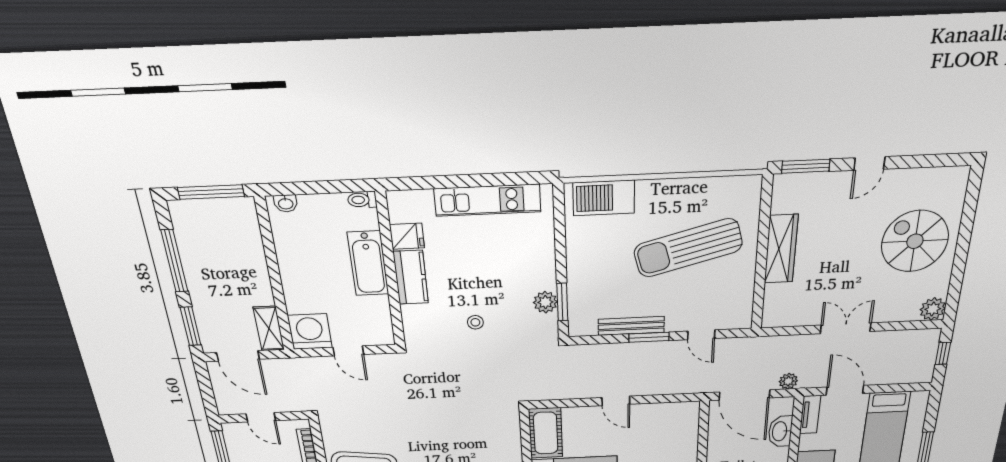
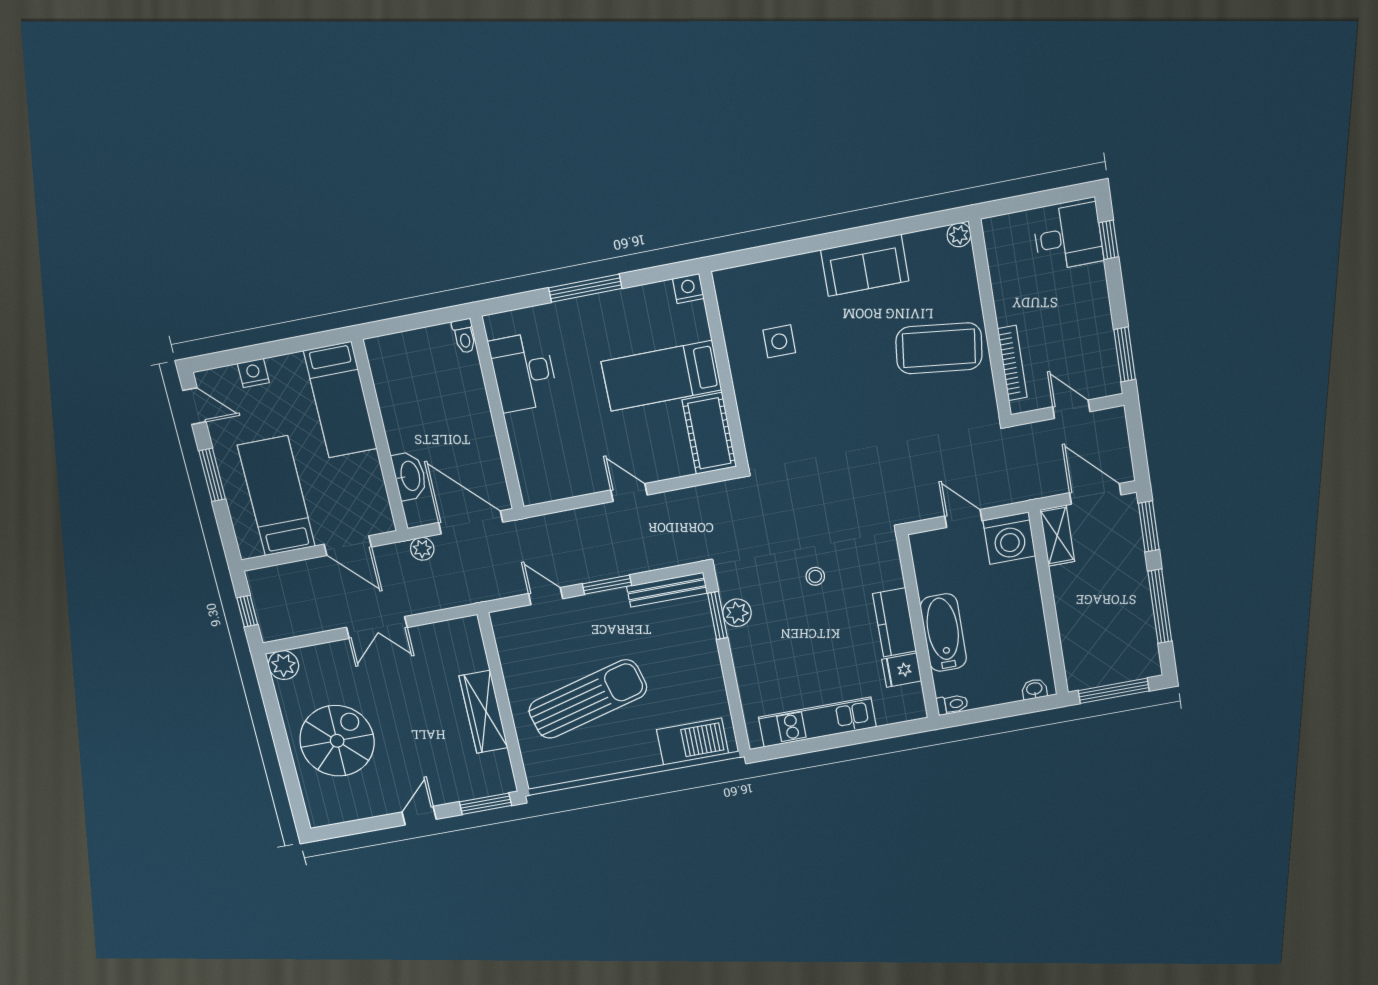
spiral stairs: (915, 241) -> (337, 741), turned -90
bench: (631, 326) -> (667, 590), moved
tv unit: (810, 415) -> (379, 506), removed

